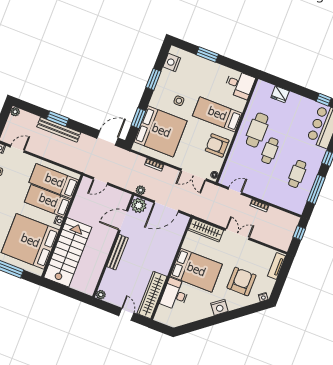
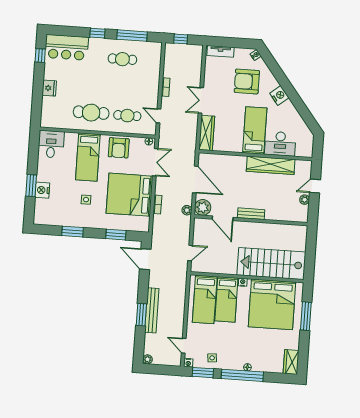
nightstand: (172, 62) -> (42, 190), moved, turned 90
fridge: (280, 94) -> (49, 88), moved
bed: (161, 131) -> (130, 195), moved, turned -90
cafe table: (270, 151) -> (127, 116), moved
door: (100, 181) -> (190, 253), hinge flipped
bench: (117, 252) -> (251, 214), width x0.73
bed: (196, 270) -> (255, 130), width x0.67
plant: (101, 295) -> (305, 200), moved
wardrobe: (152, 295) -> (271, 165), moved

